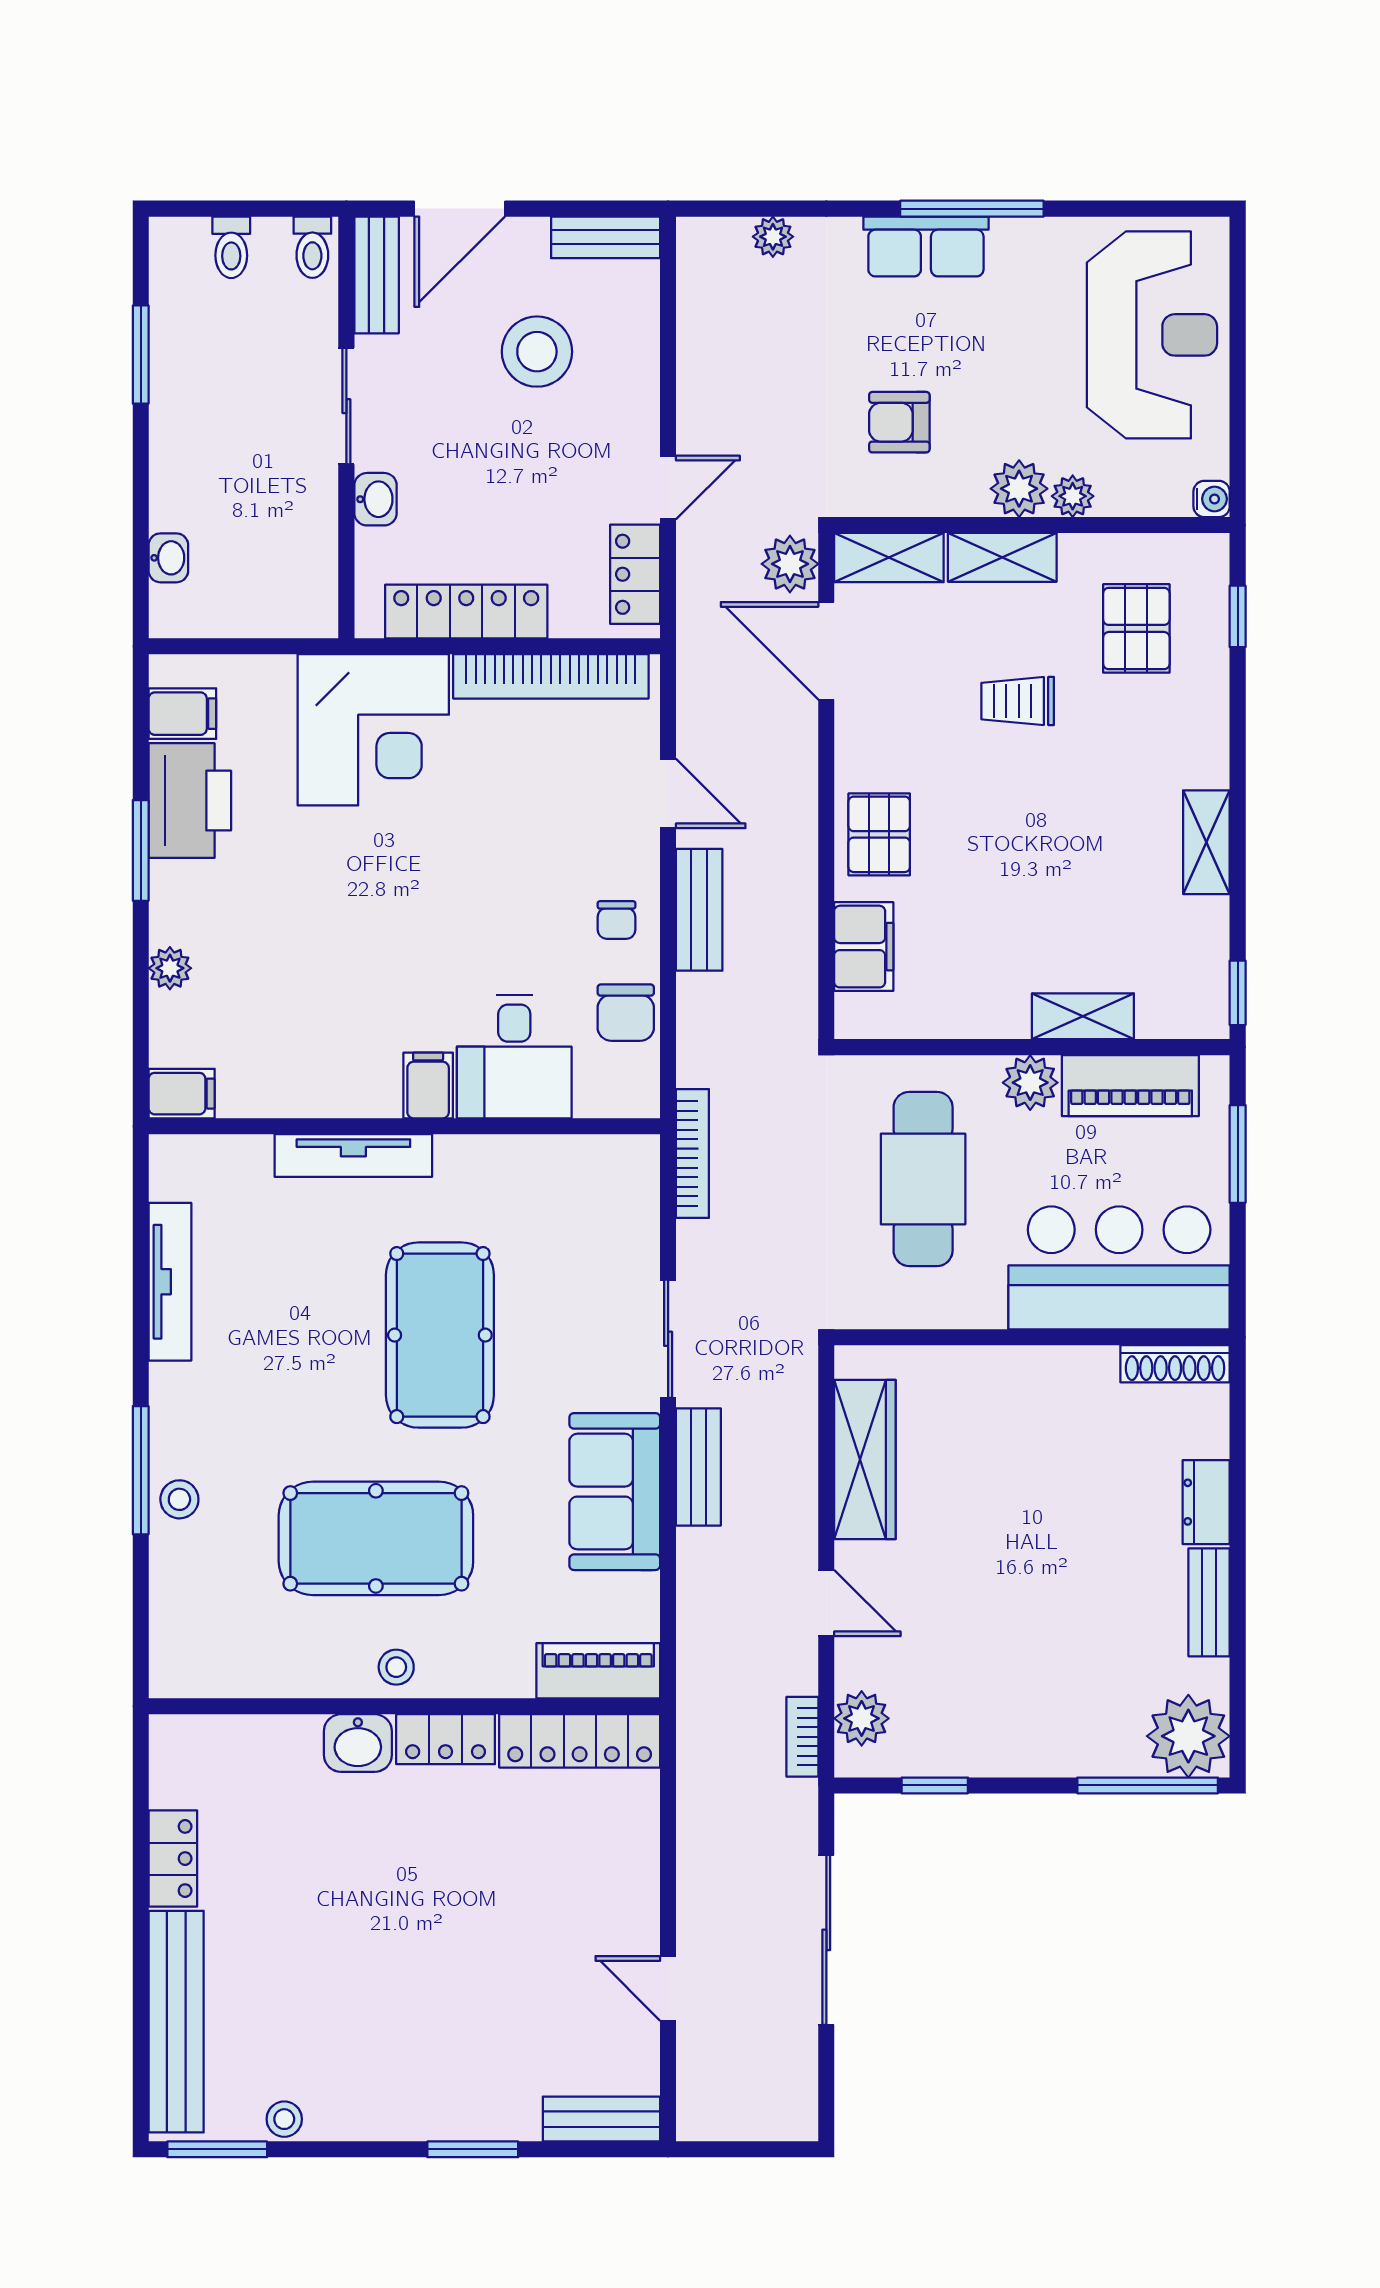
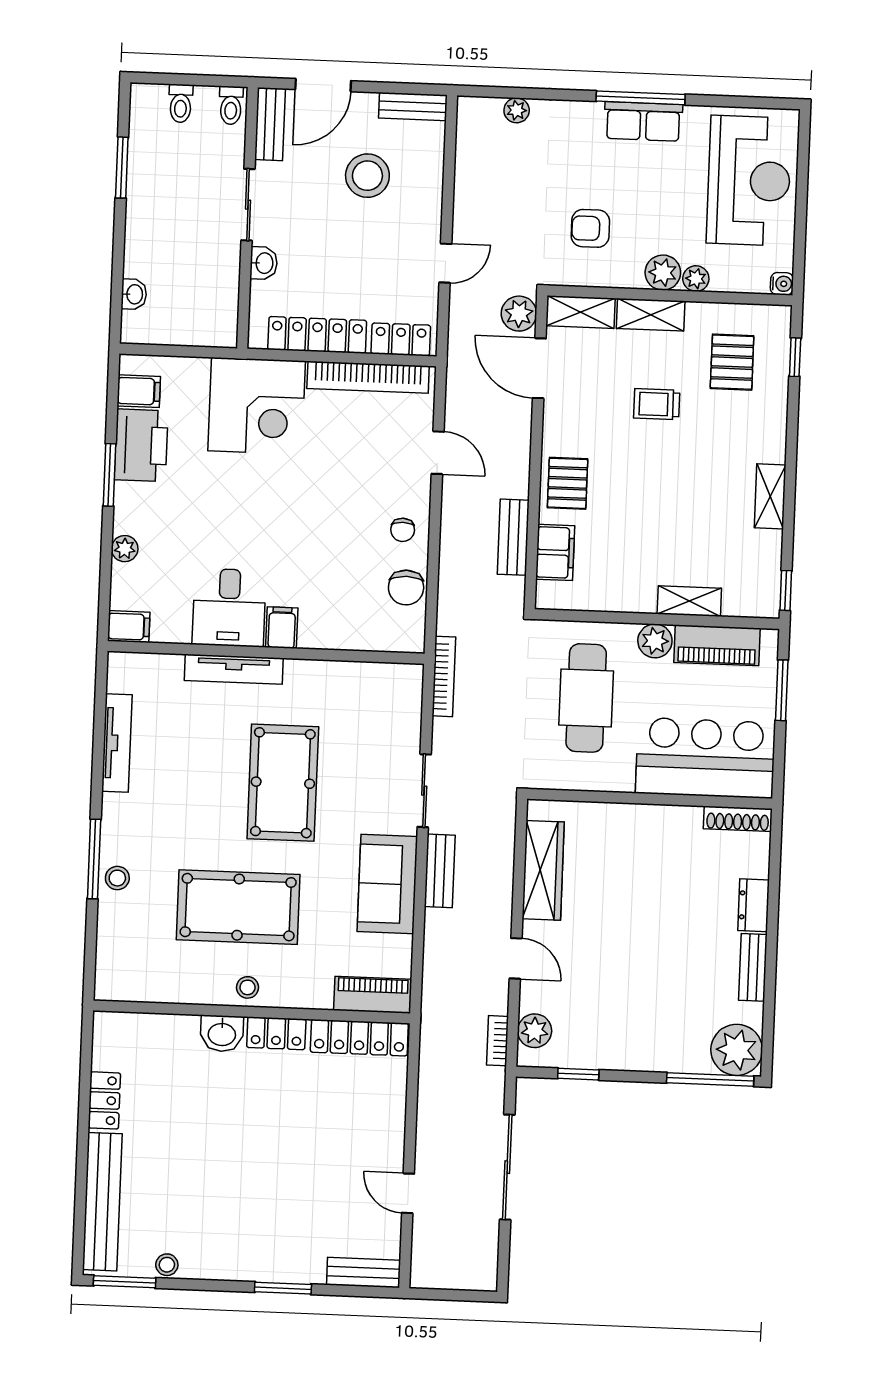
row of seats: (926, 246) -> (643, 121), moved
locker: (635, 574) -> (401, 339), moved, turned 90
bench: (699, 910) -> (513, 537), moved
desk: (514, 1057) -> (229, 608), moved

